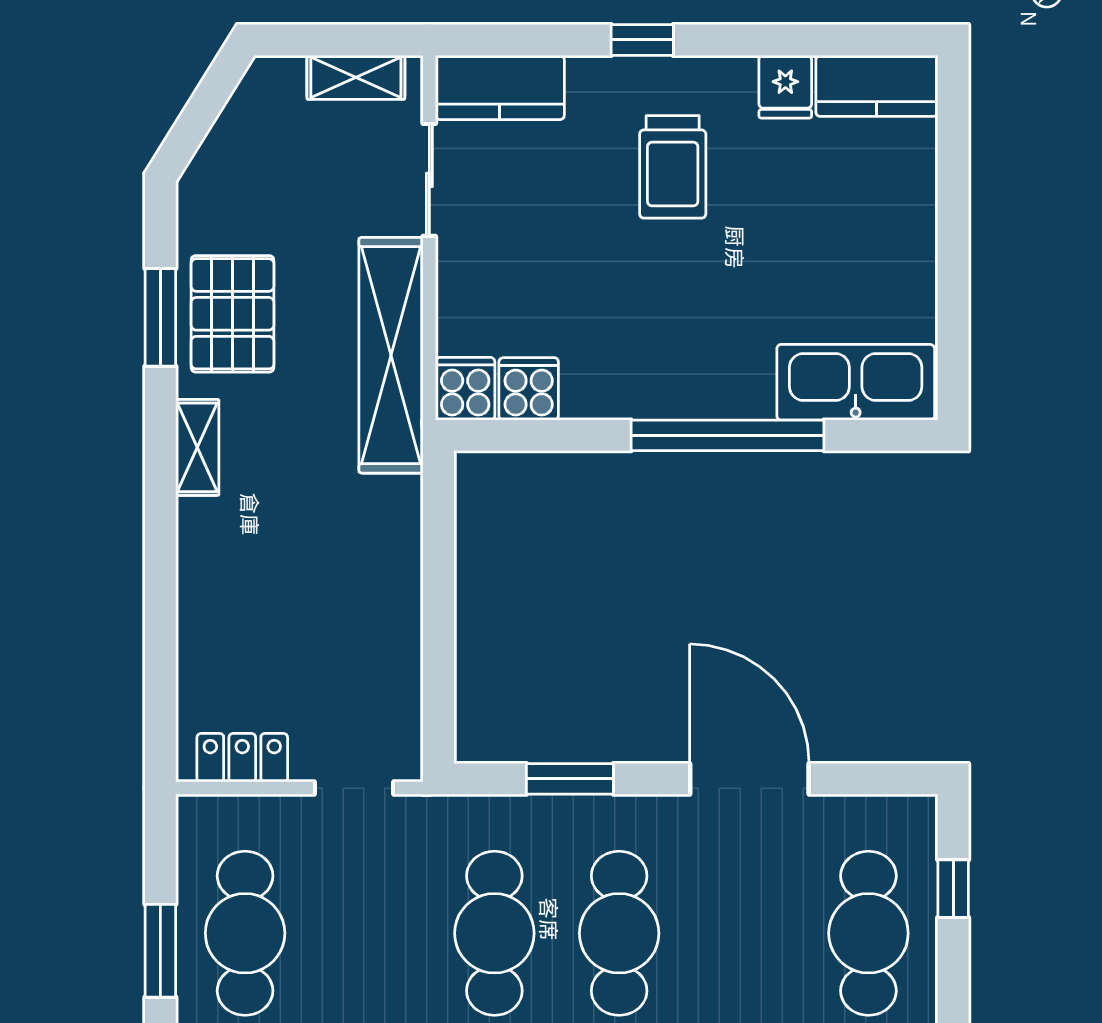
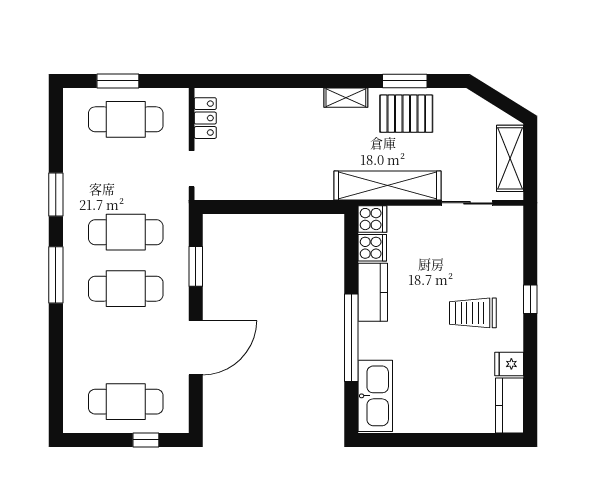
shelving: (356, 77) -> (510, 158), width x1.50, depth x1.33
kitchen counter: (500, 87) -> (373, 292), moved, turned 180

